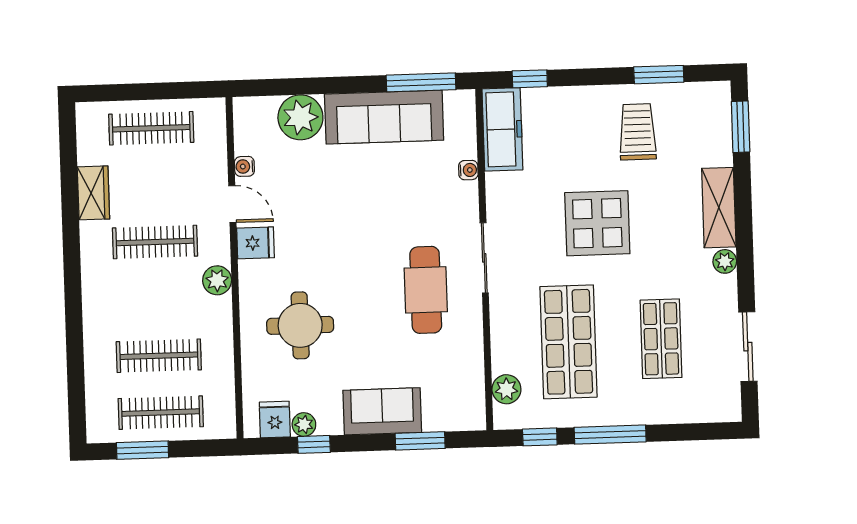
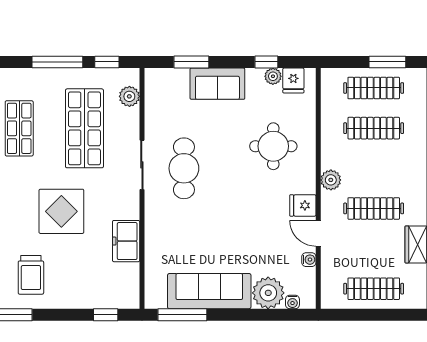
freezer: (502, 129) -> (126, 241), moved, width x0.71
water cooler: (468, 170) -> (292, 302), moved, turned -90
sliding door: (484, 258) -> (142, 165), moved

